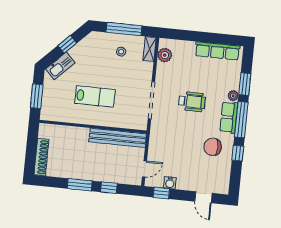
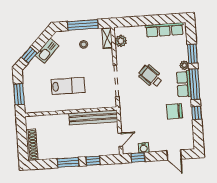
window: (67, 44) -> (29, 55), moved
kitchen sink: (60, 66) -> (47, 51), moved
wheelchair: (192, 102) -> (151, 76), turned -136

